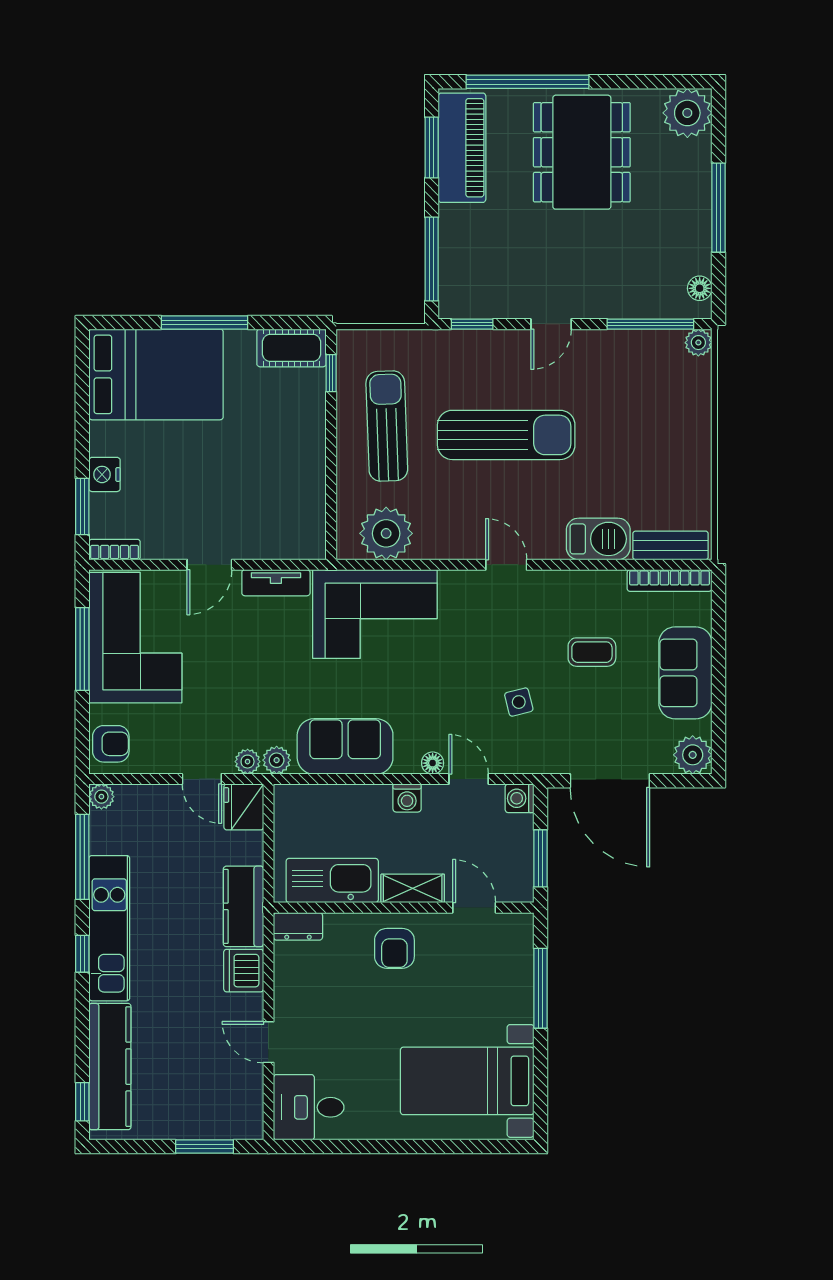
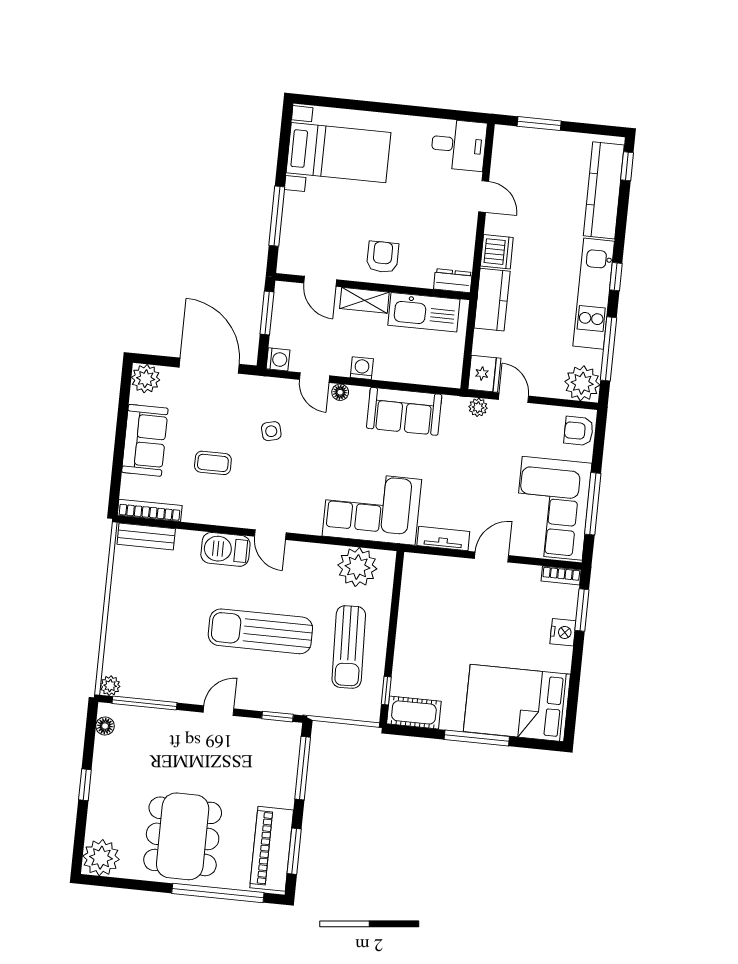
window: (718, 208) -> (85, 785), width x0.46
barbecue: (598, 539) -> (225, 549), moved
plant: (277, 760) -> (456, 406), removed
plant: (101, 797) -> (582, 383), width x1.88, depth x1.88

